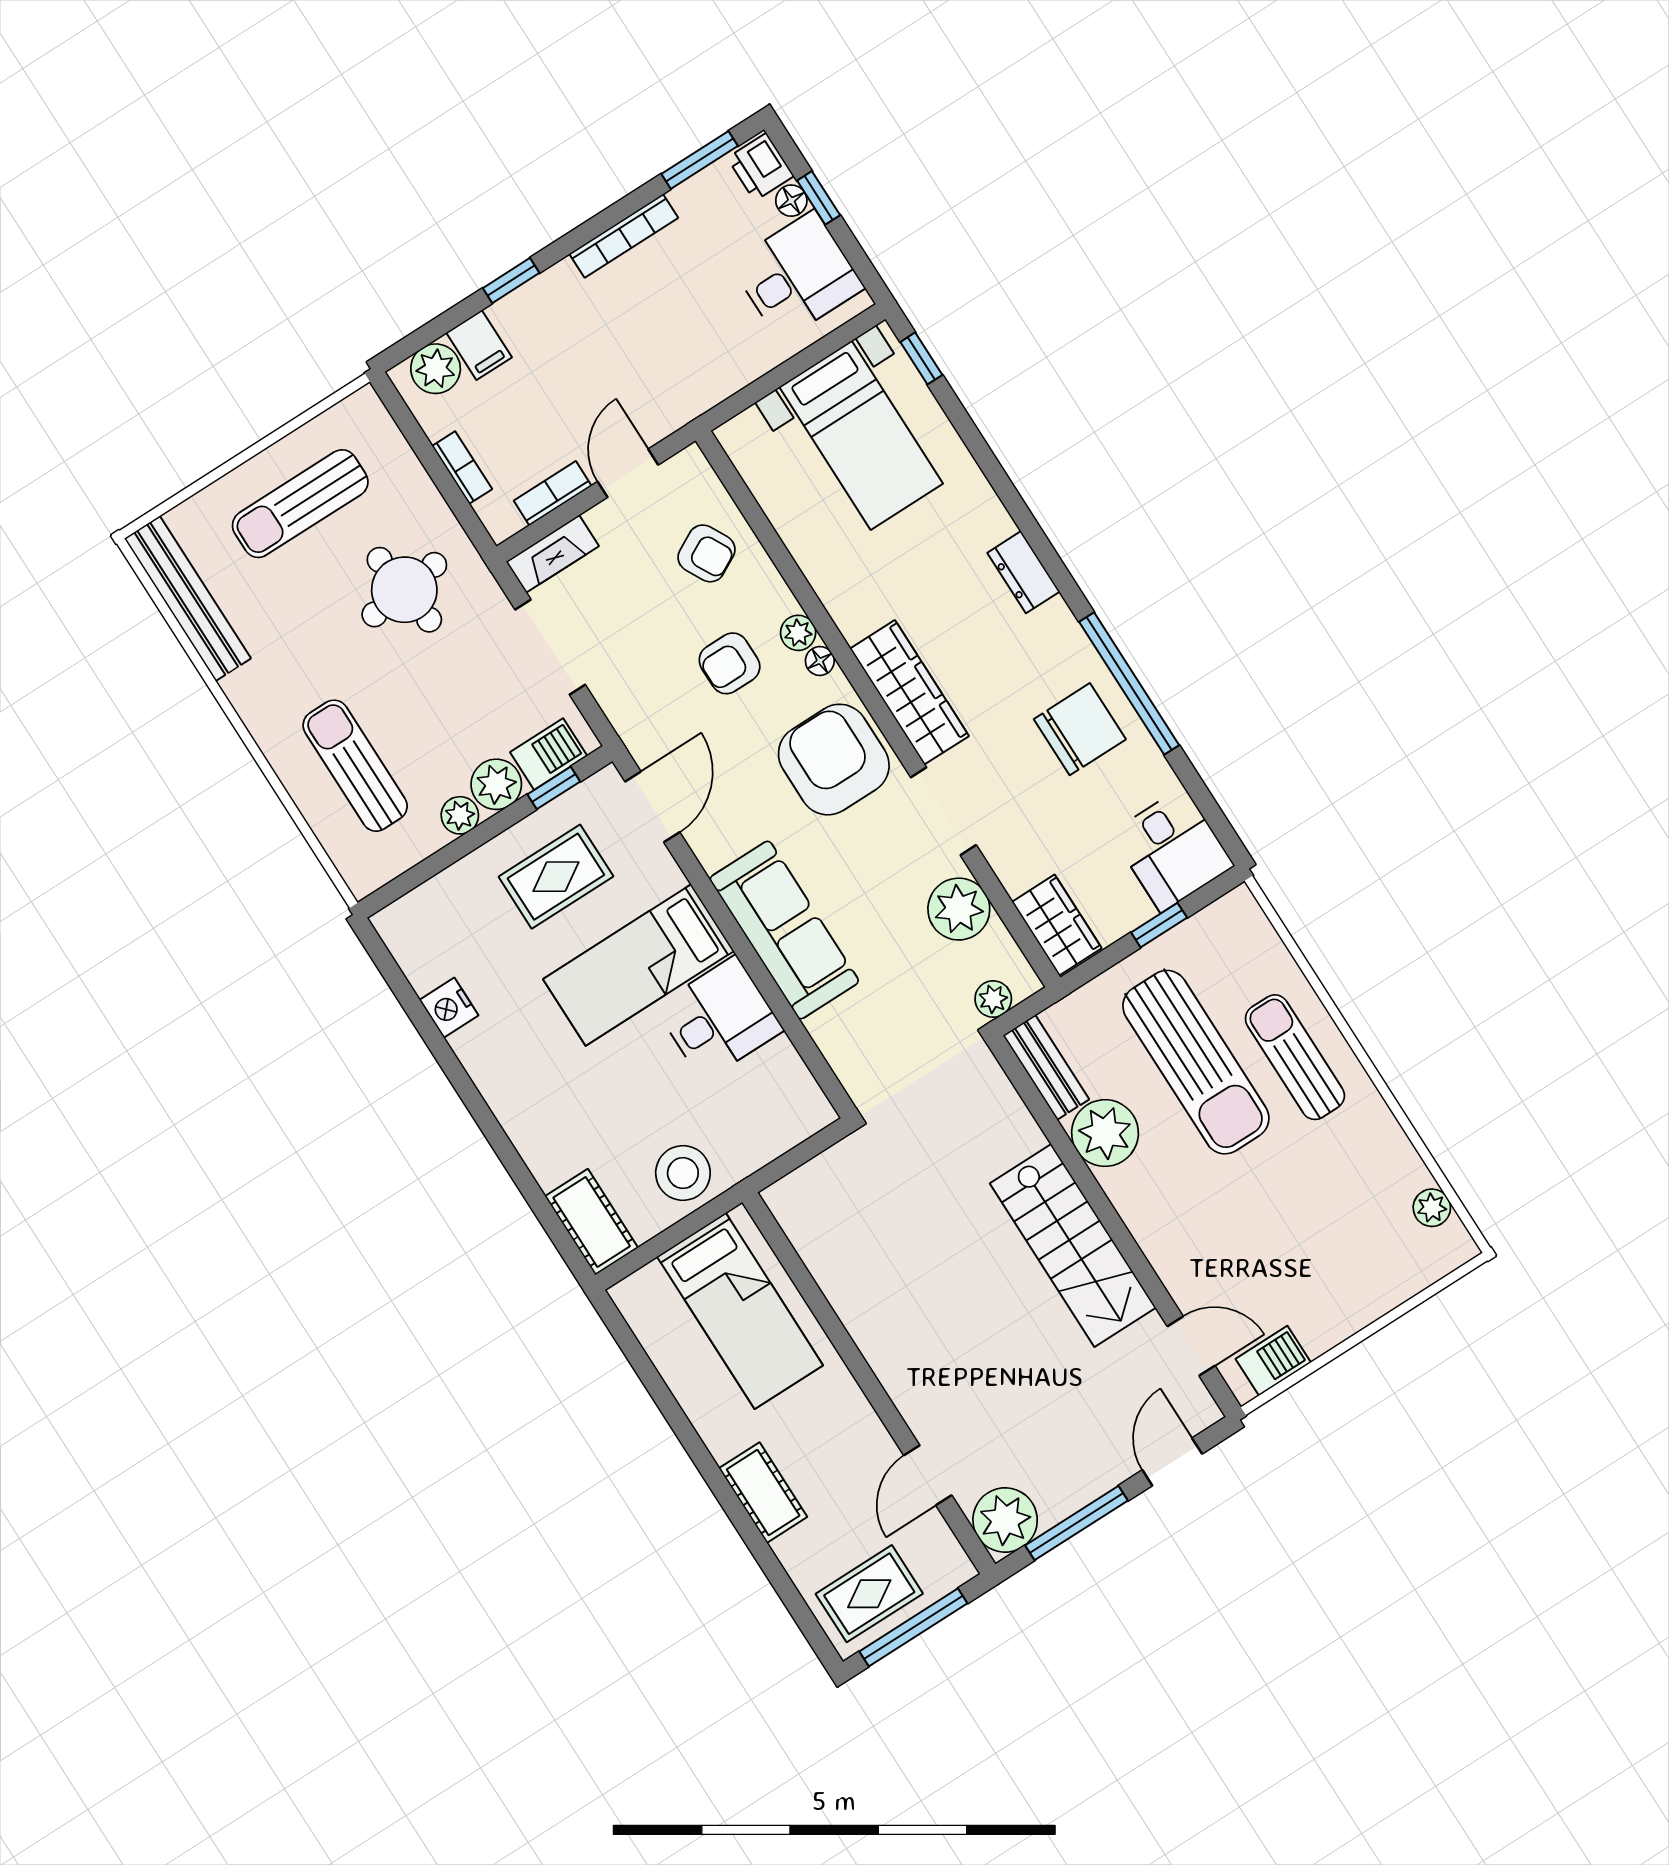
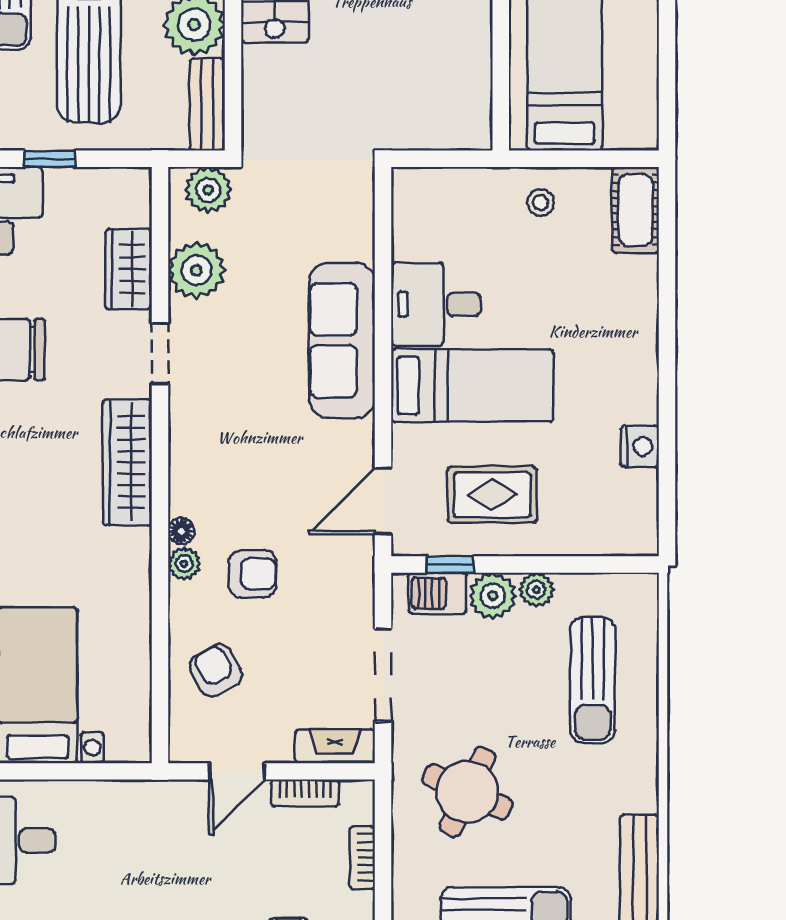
round table: (404, 590) -> (468, 792), turned 32
armchair: (834, 760) -> (219, 448), removed
doorway: (943, 811) -> (160, 354), width x0.73
wardrobe: (1057, 925) -> (129, 269), moved
plant: (993, 999) -> (208, 190), width x1.38, depth x1.38
stool: (683, 1173) -> (541, 203), width x0.53, depth x0.53

